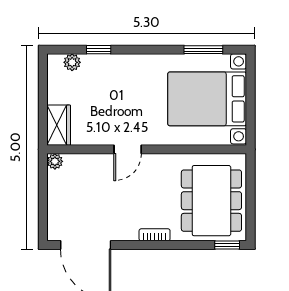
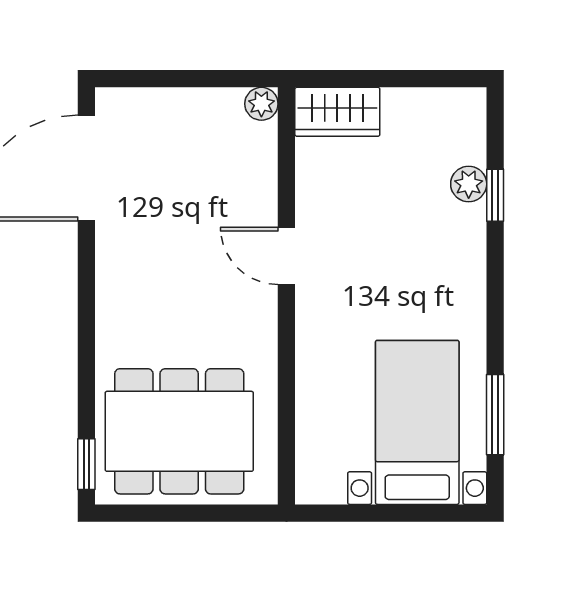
plant: (72, 62) -> (469, 184), moved
bed with nightstands: (207, 99) -> (417, 422), width x0.73
bookcase: (155, 235) -> (108, 312), removed

